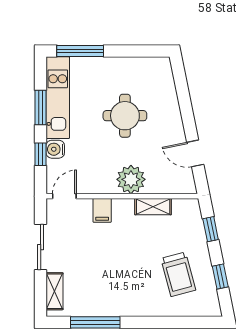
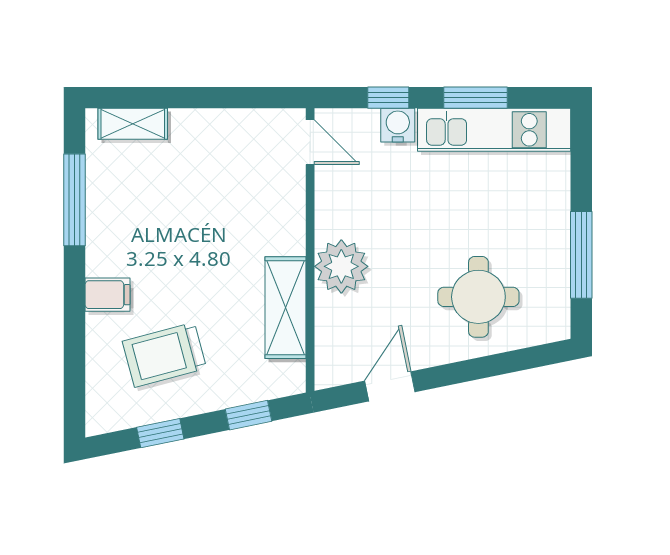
window: (80, 51) -> (581, 255), moved
round table: (125, 116) -> (478, 297), moved
shelving: (153, 207) -> (286, 308), width x1.50, depth x1.33
filing cabinet: (102, 210) -> (107, 295), moved, turned 180
sliding door: (41, 247) -> (215, 98), removed

